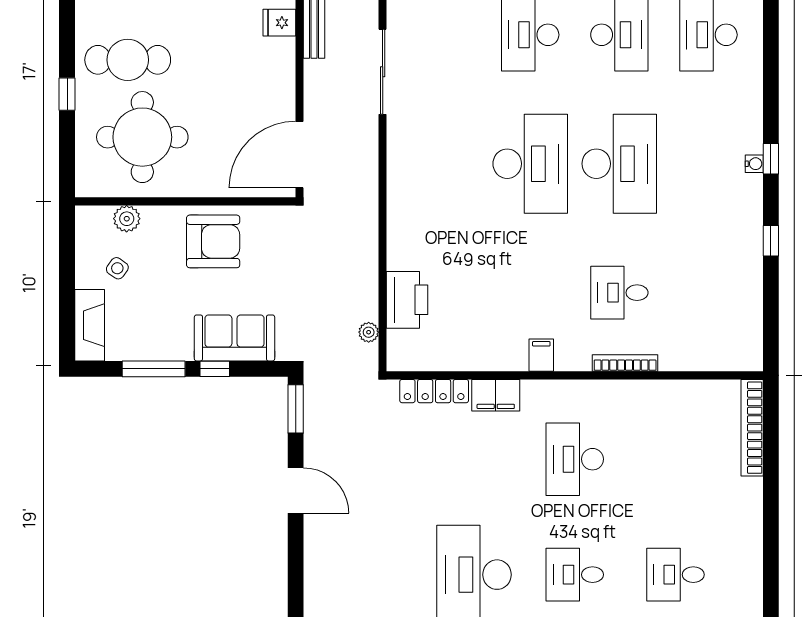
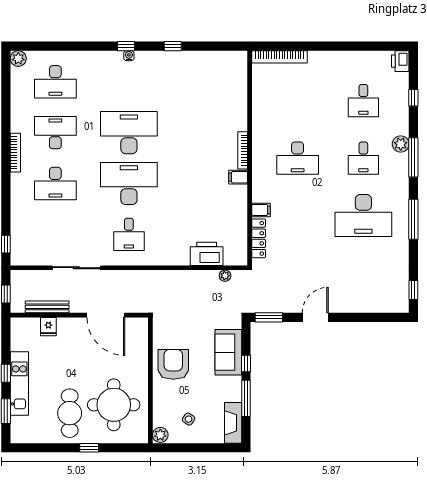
door: (299, 155) -> (106, 315), moved
plant: (127, 219) -> (160, 435), moved
desk: (619, 293) -> (129, 234), moved
fireplace: (90, 325) -> (233, 423), moved, turned -90
bookcase: (625, 363) -> (243, 150), moved
filing cabinet: (496, 395) -> (261, 210), width x0.50

